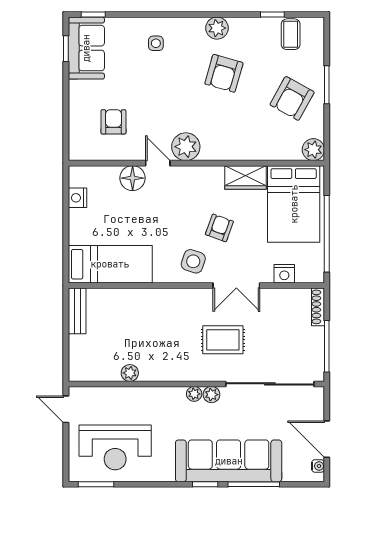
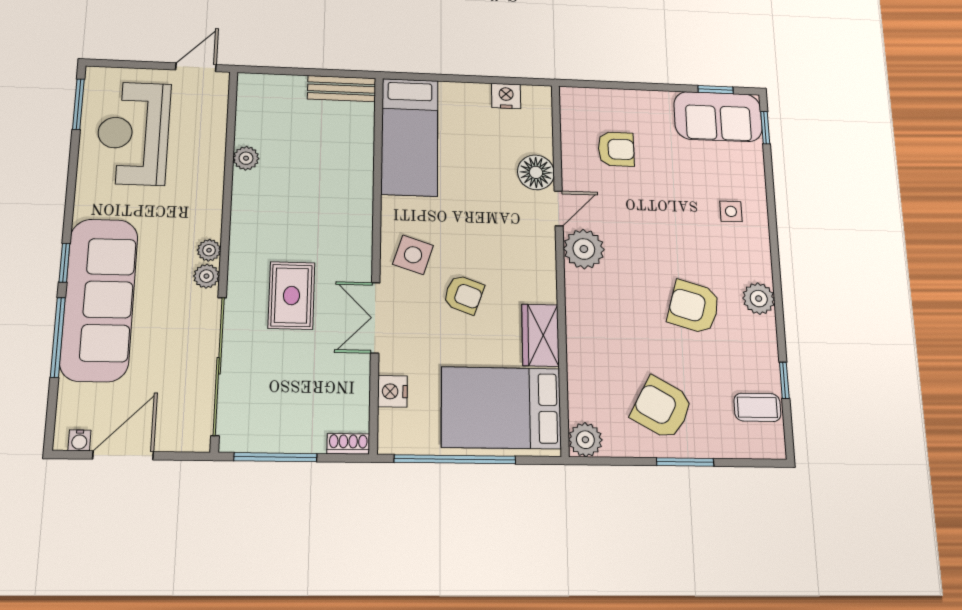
shoe rack: (318, 307) -> (348, 444), width x0.70

